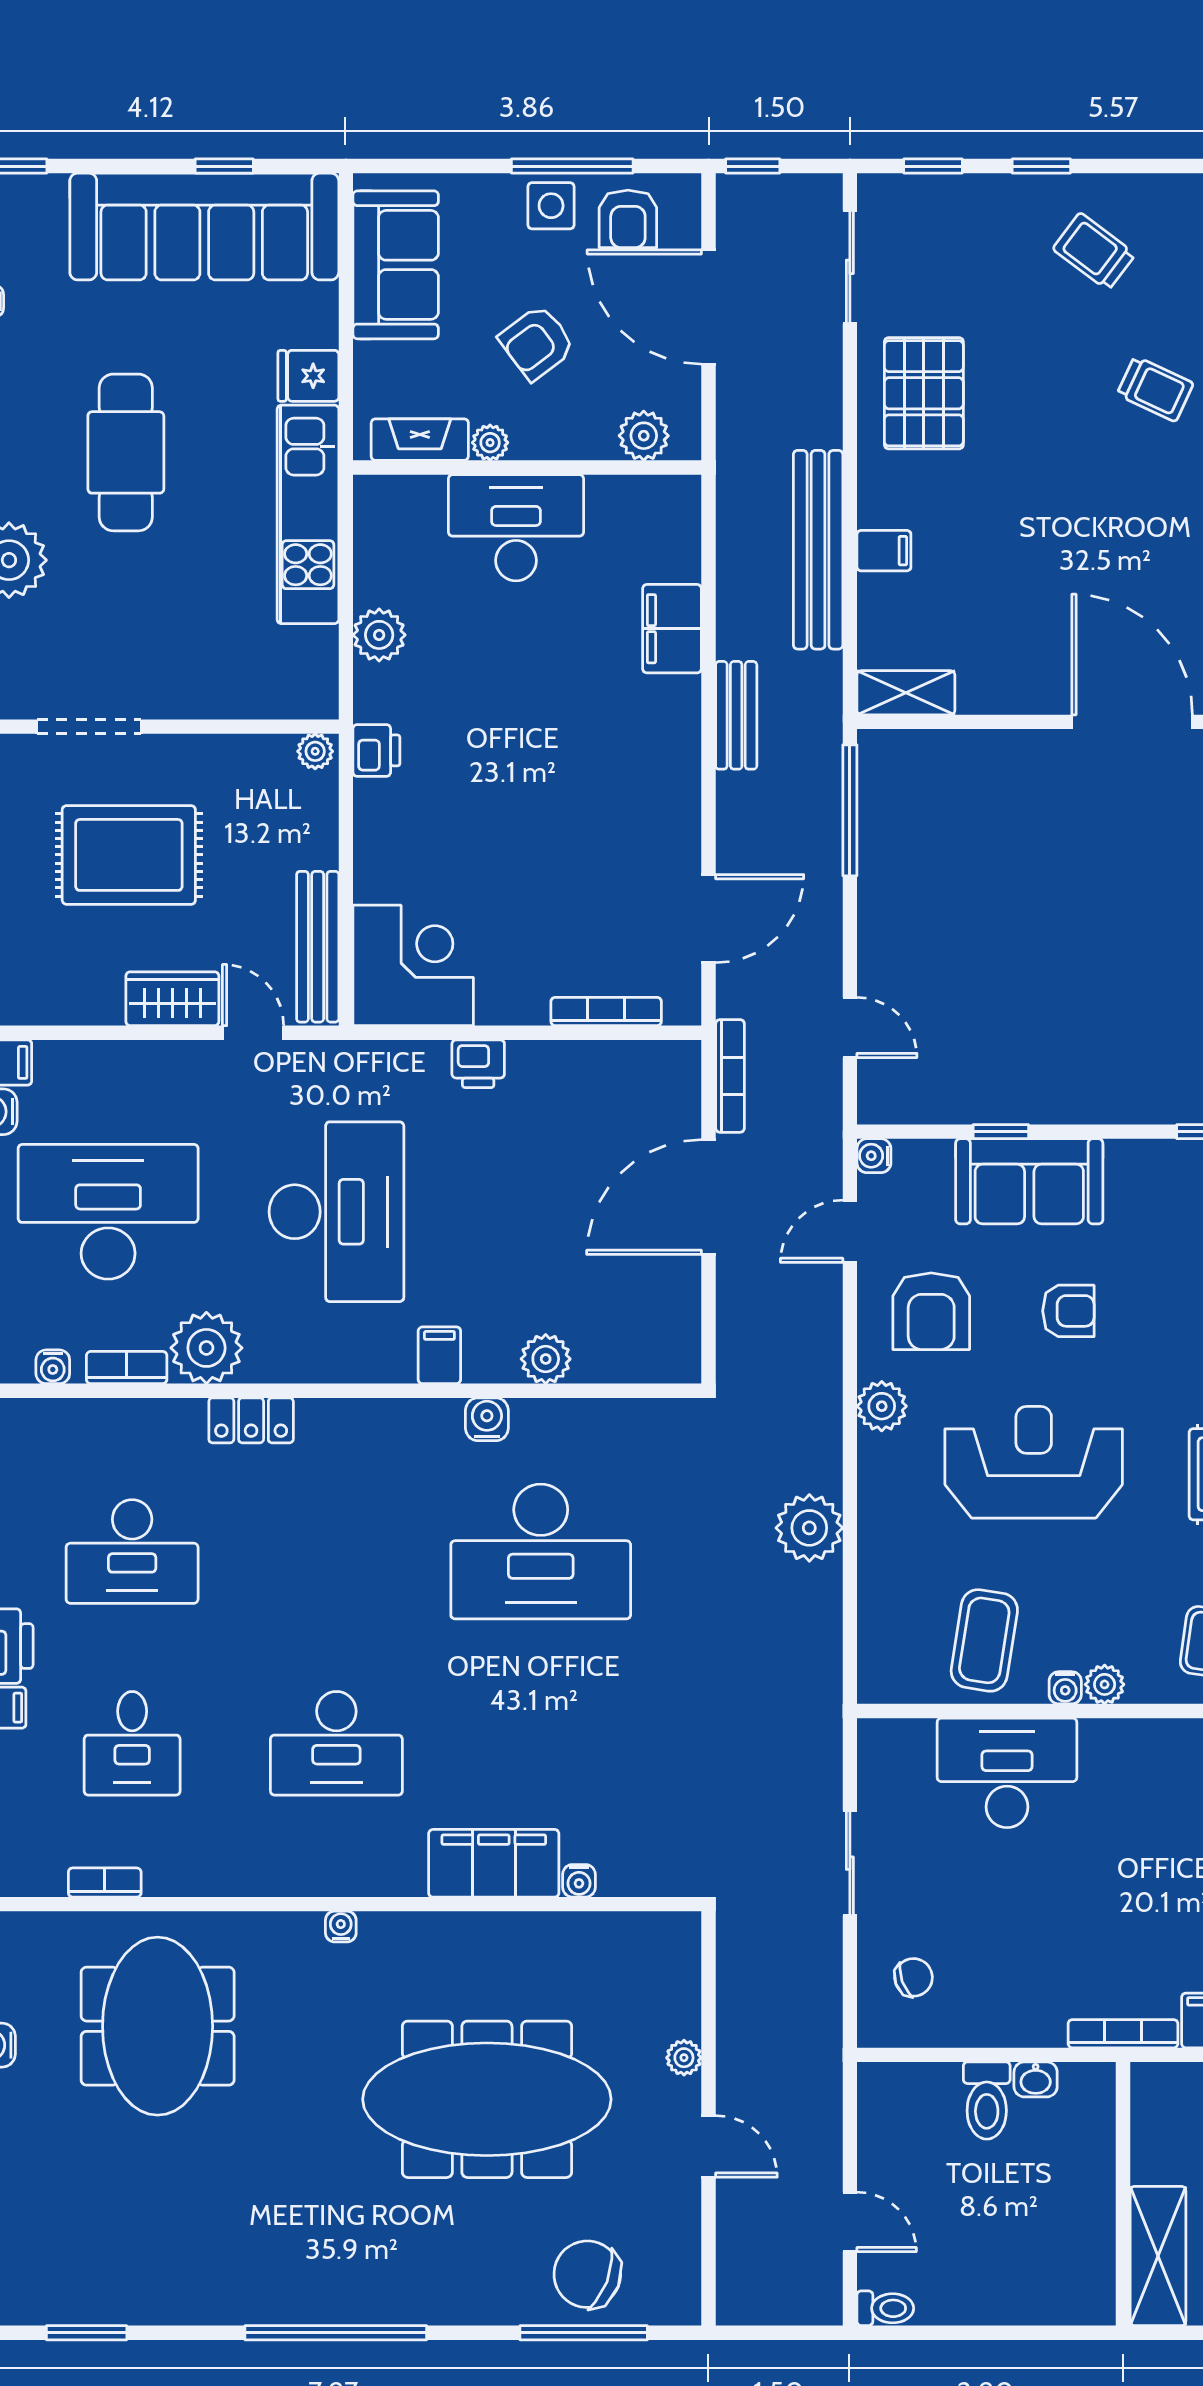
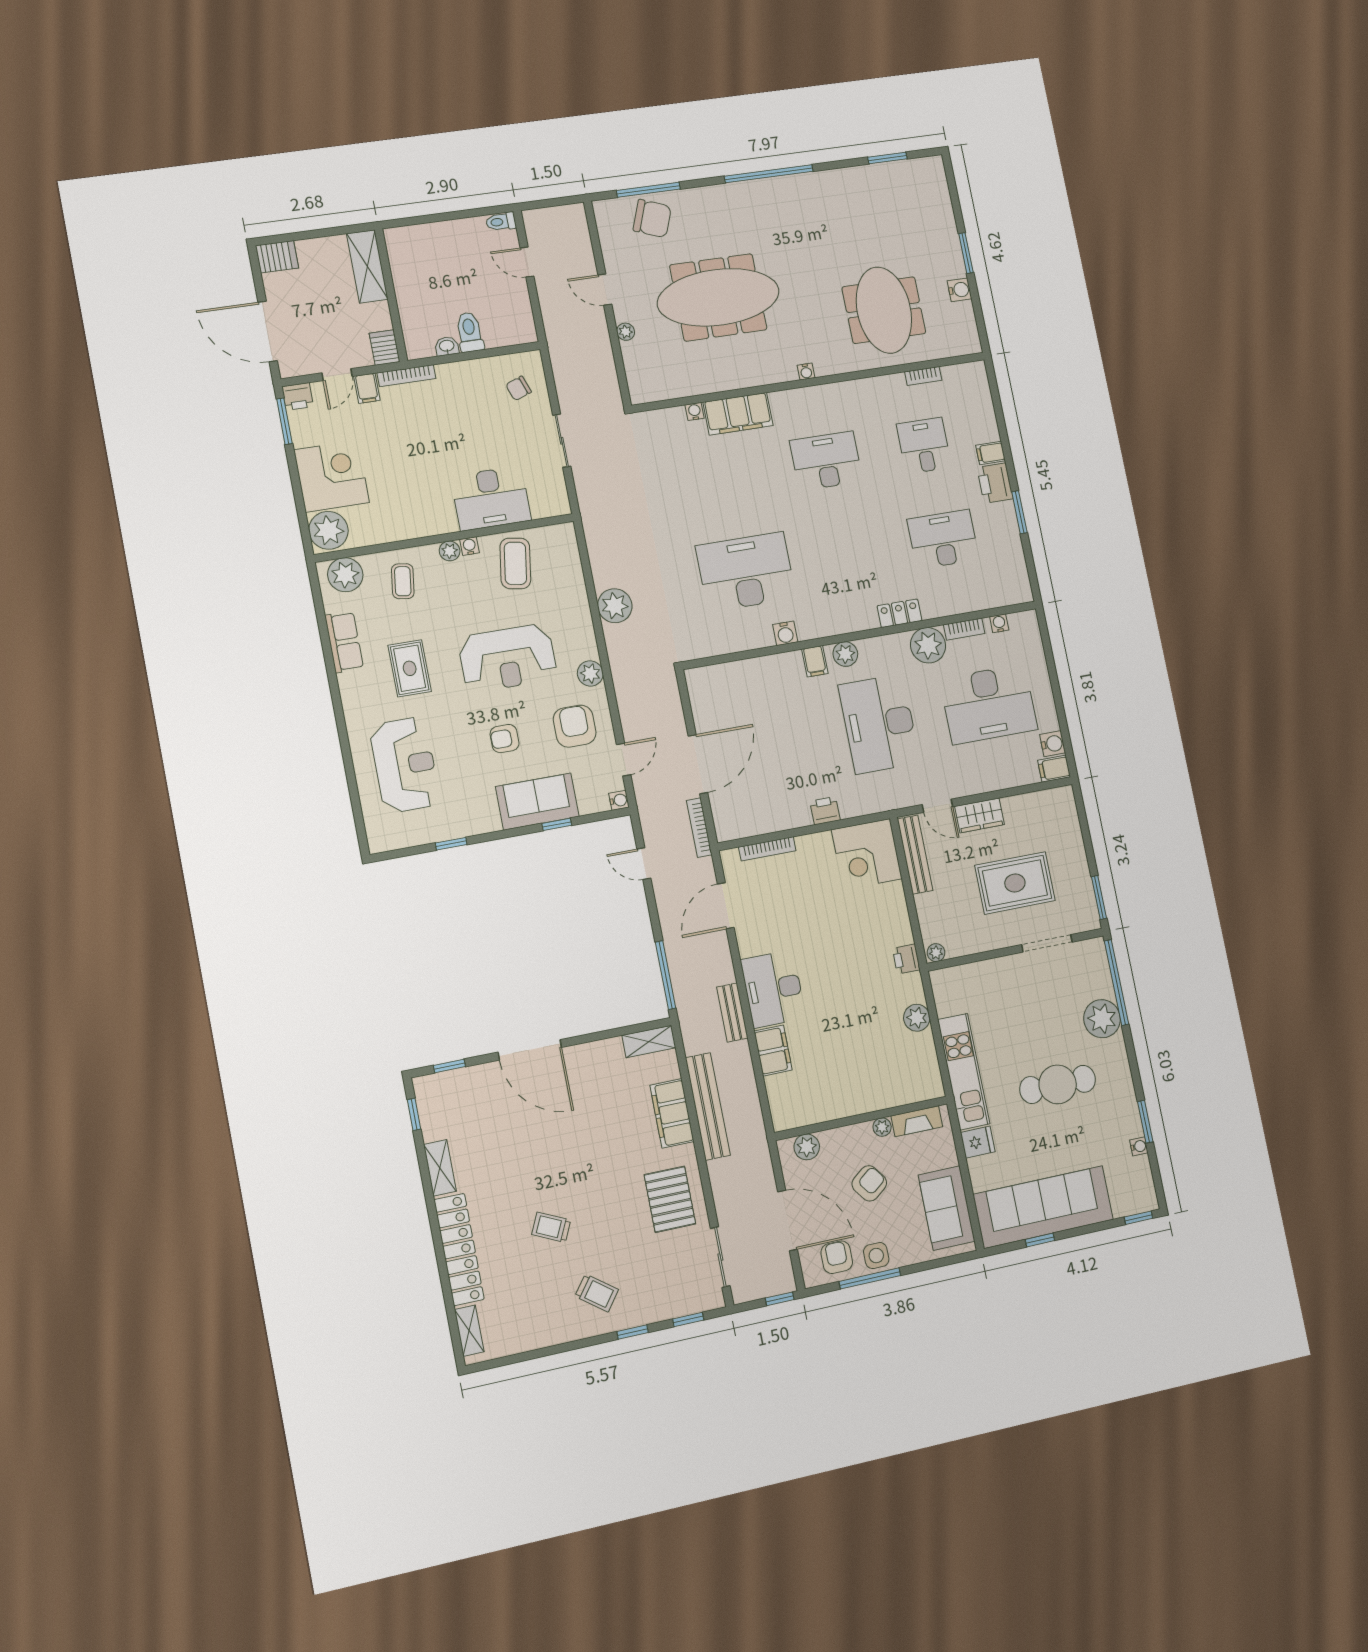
cafe table: (126, 452) -> (1058, 1084), turned 90
desk: (516, 528) -> (773, 989), moved, turned 90
filing cabinet: (884, 551) -> (672, 1113), width x3.00, depth x1.17
plant: (546, 1359) -> (845, 654), moved
server rack: (1154, 2094) -> (385, 348), added

